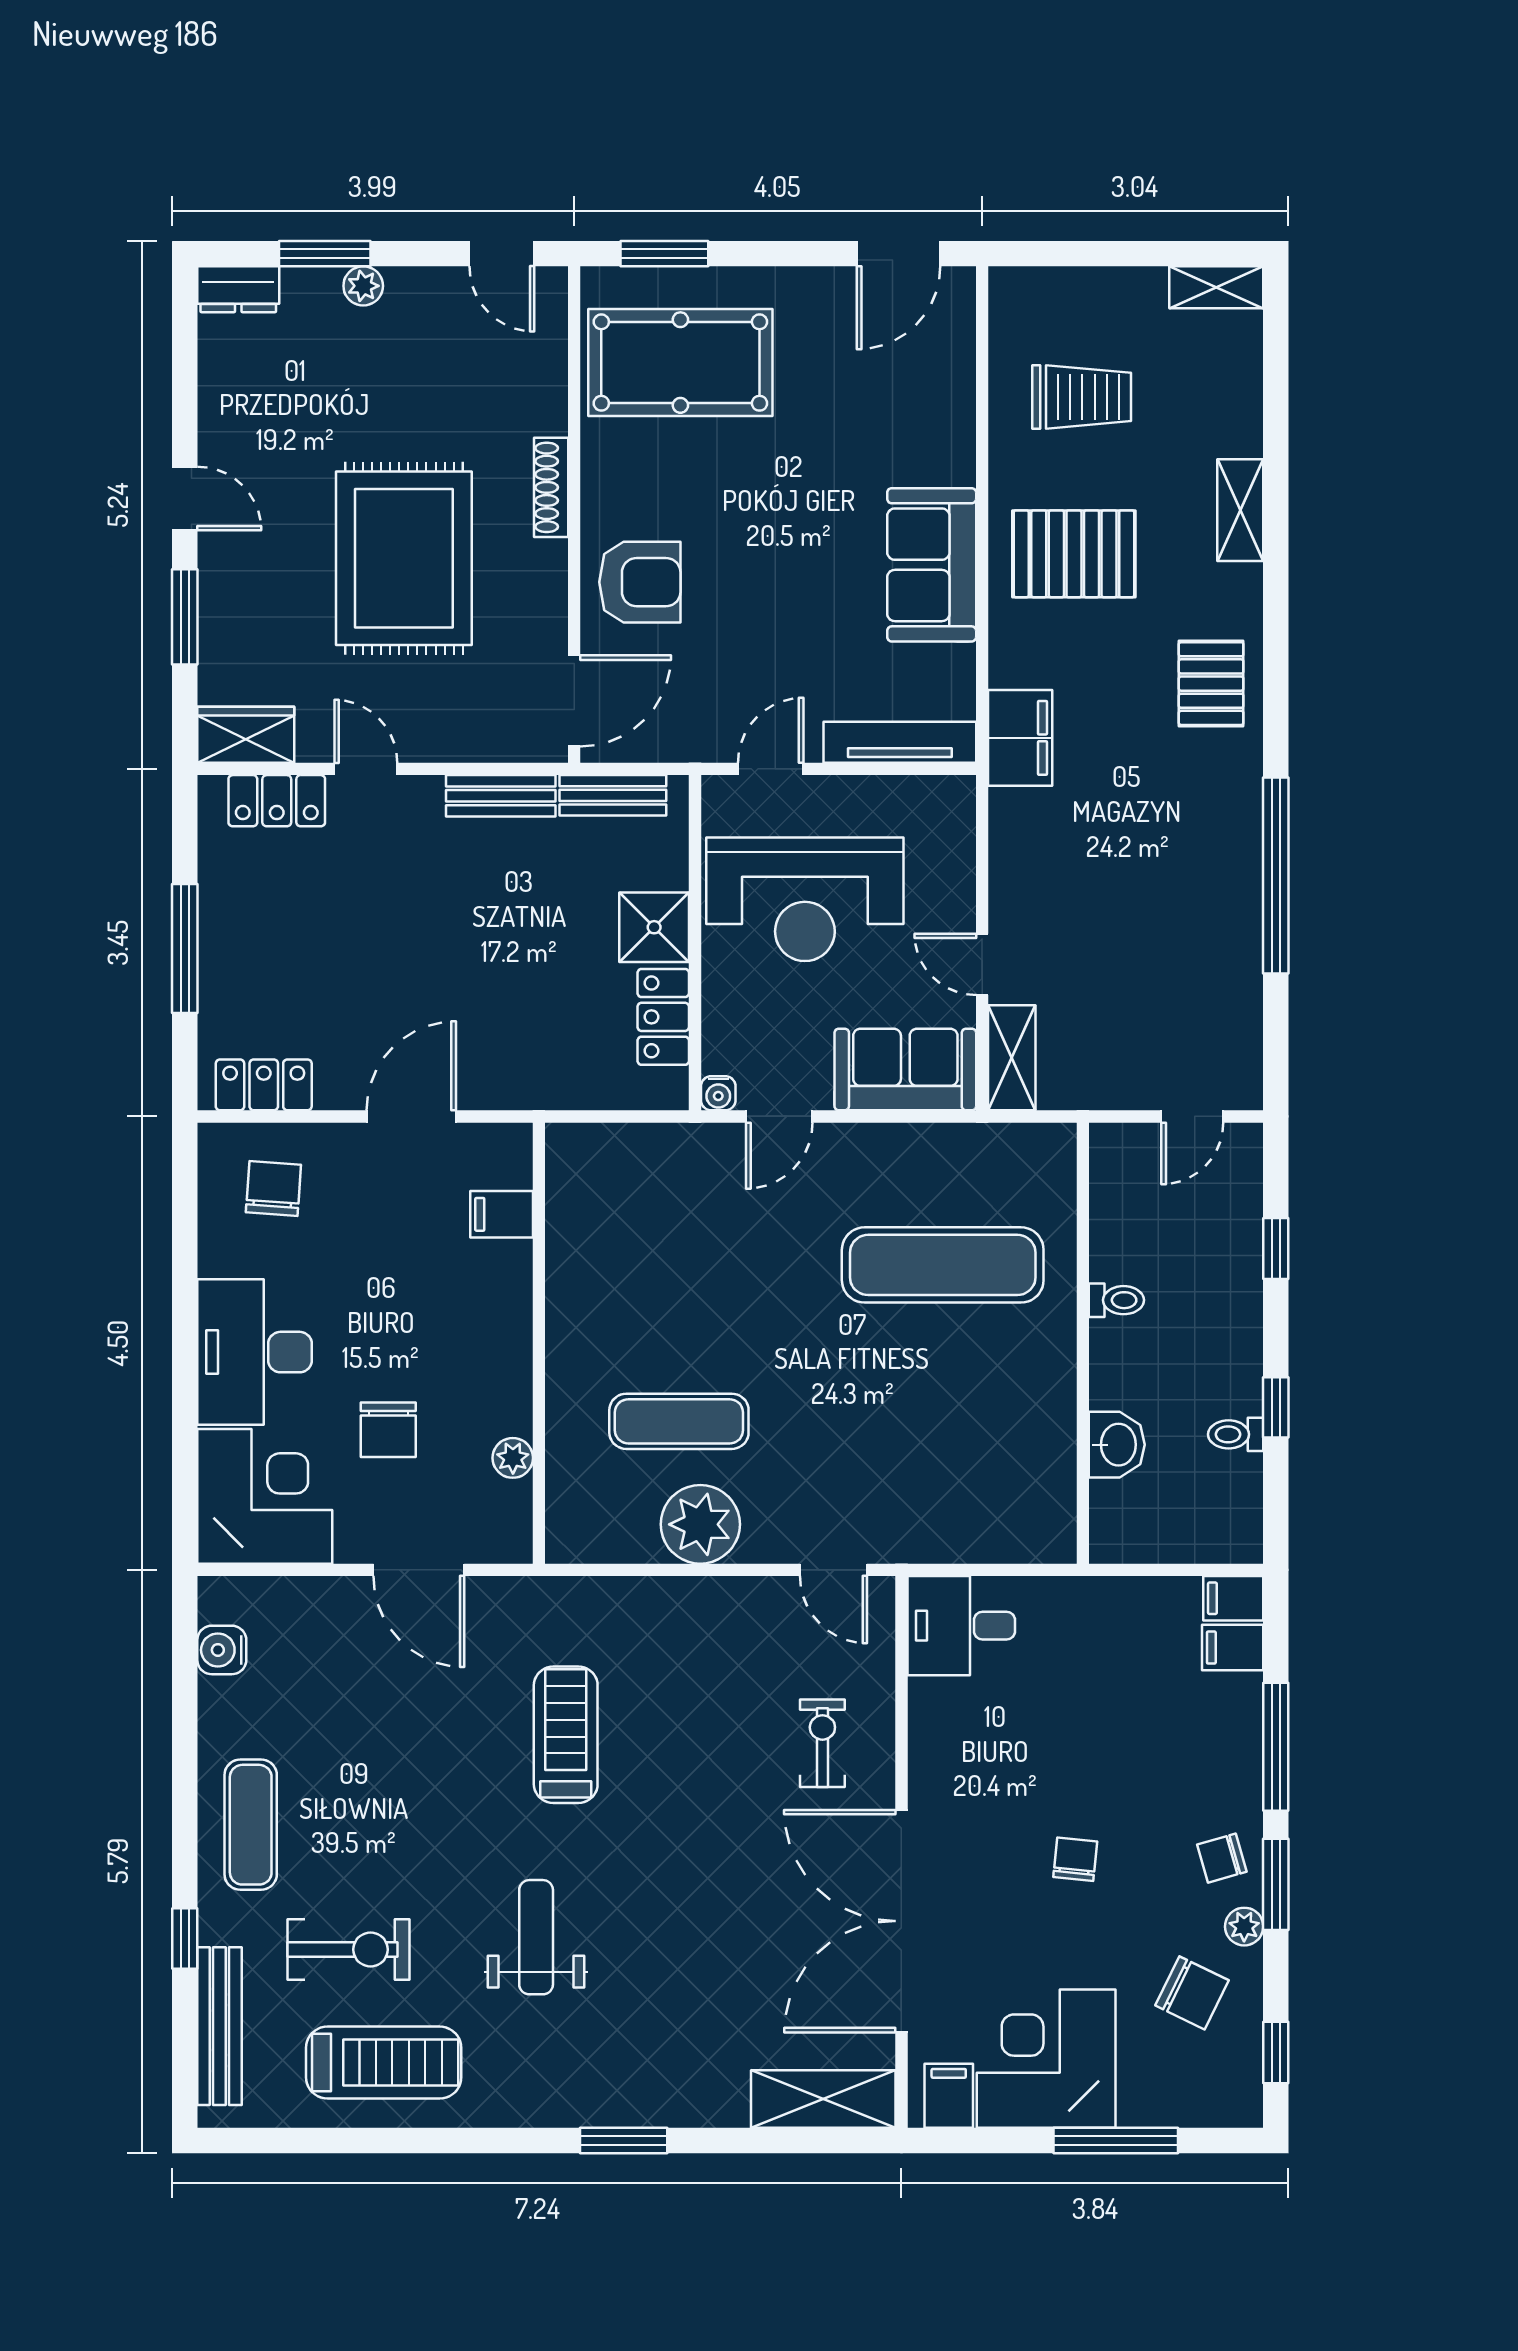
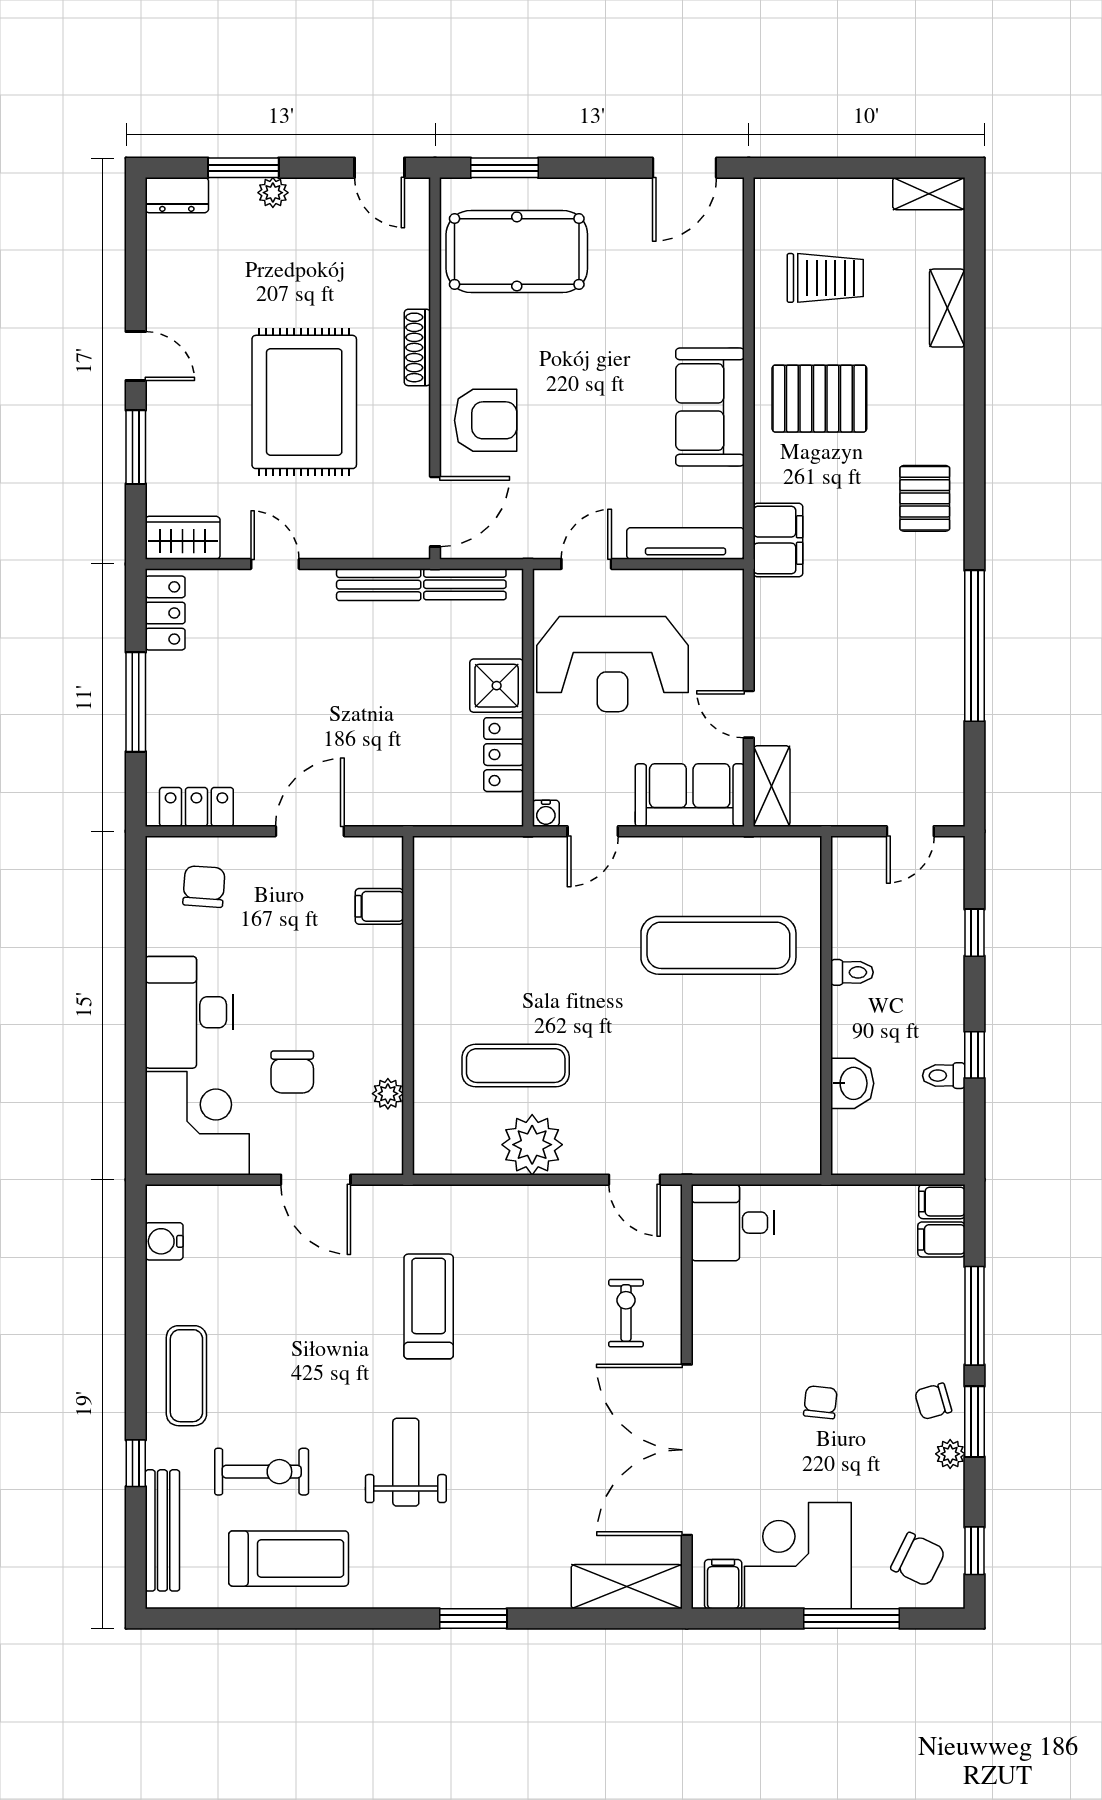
shelving: (1240, 510) -> (947, 308), moved
locker: (277, 801) -> (165, 613), moved, turned -90
chair: (1192, 1993) -> (918, 1559), moved

